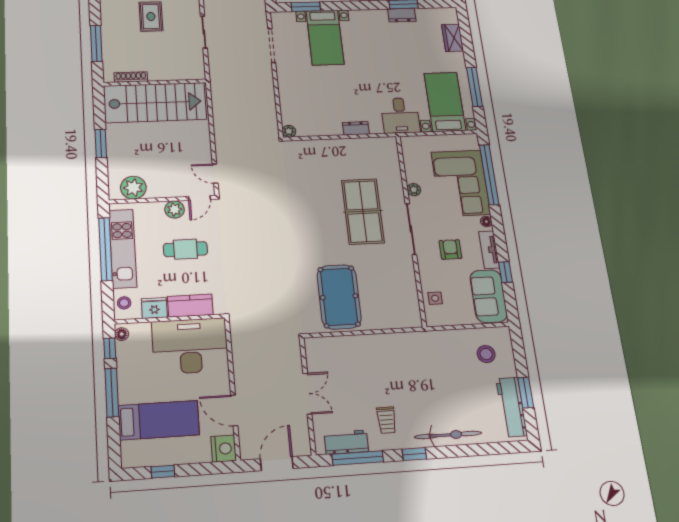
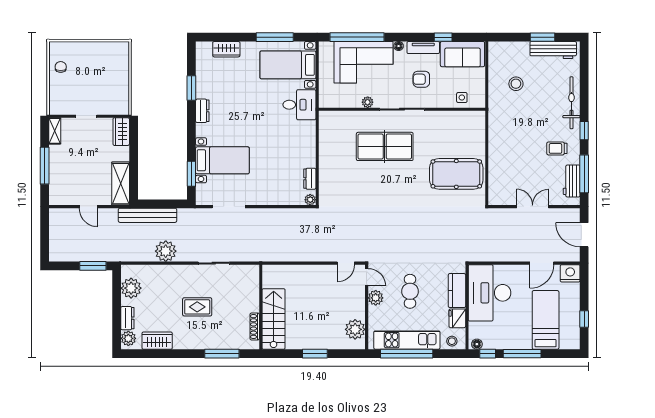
dresser: (402, 15) -> (202, 111), moved
stairs: (155, 103) -> (274, 319), width x0.73, depth x0.66
dresser: (356, 128) -> (310, 179), moved
stool: (486, 354) -> (516, 84), moved
trolley: (387, 420) -> (557, 148), turned 180

